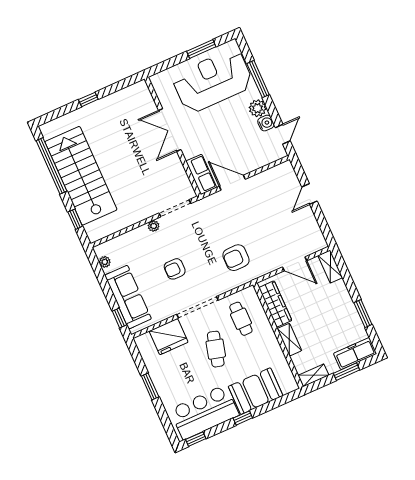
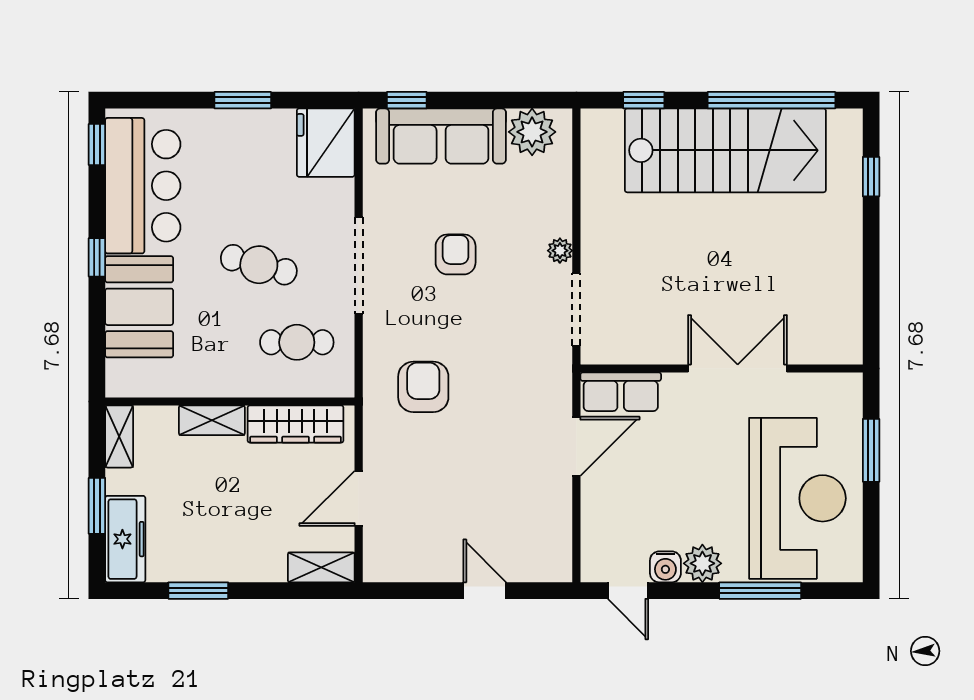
window: (201, 49) -> (871, 450), moved
window: (88, 99) -> (871, 177), moved
plant: (105, 262) -> (532, 132), width x1.87, depth x1.87
fridge: (169, 337) -> (326, 143), moved

